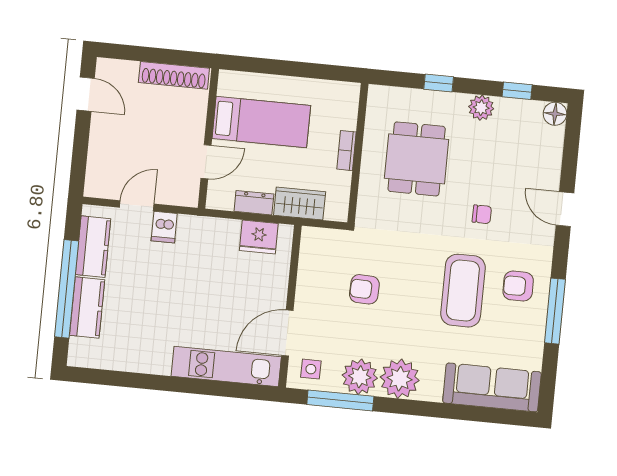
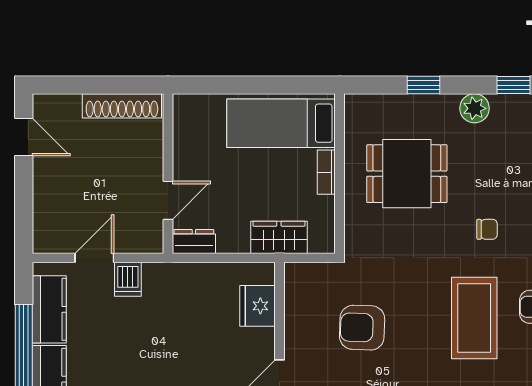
bed: (261, 122) -> (281, 123), moved, turned 180
dining table: (417, 159) -> (407, 174), turned 90
dresser: (254, 203) -> (194, 242), moved
fridge: (259, 237) -> (258, 306), moved, turned 90
armchair: (364, 289) -> (362, 328), width x1.38, depth x1.38

